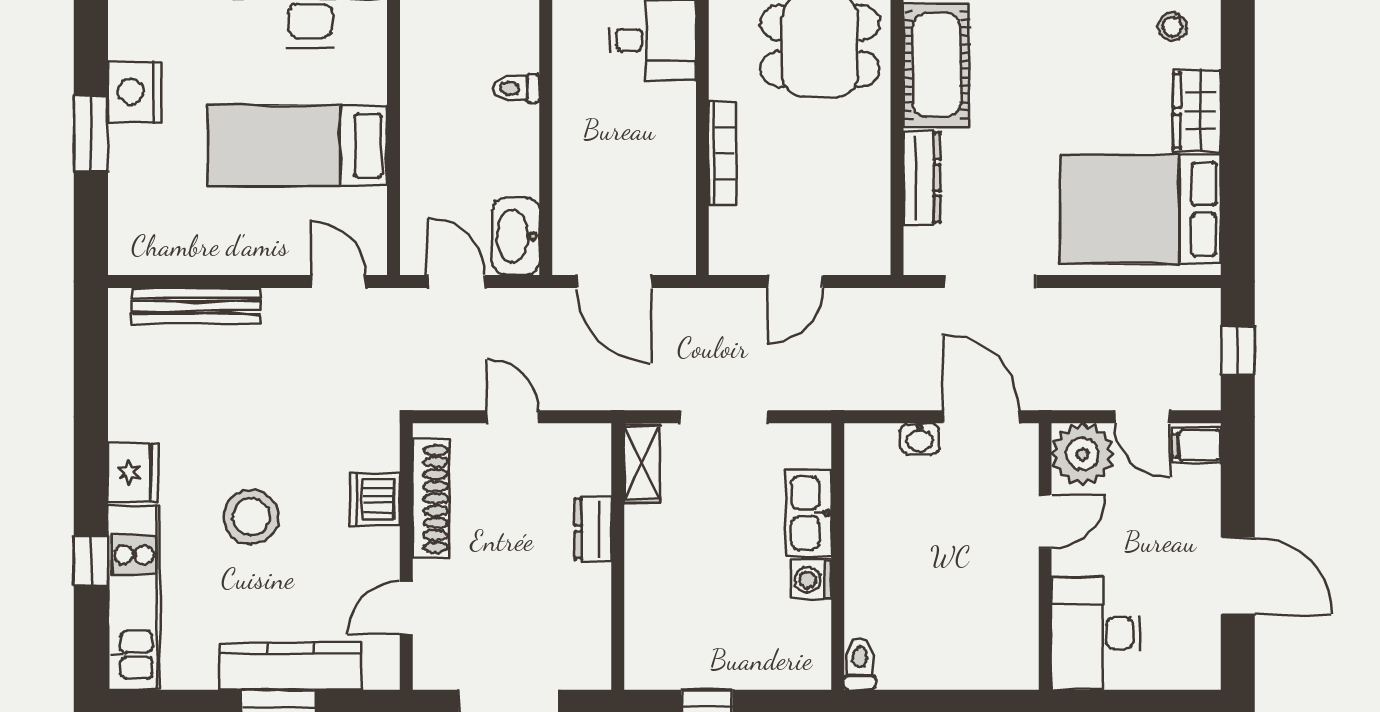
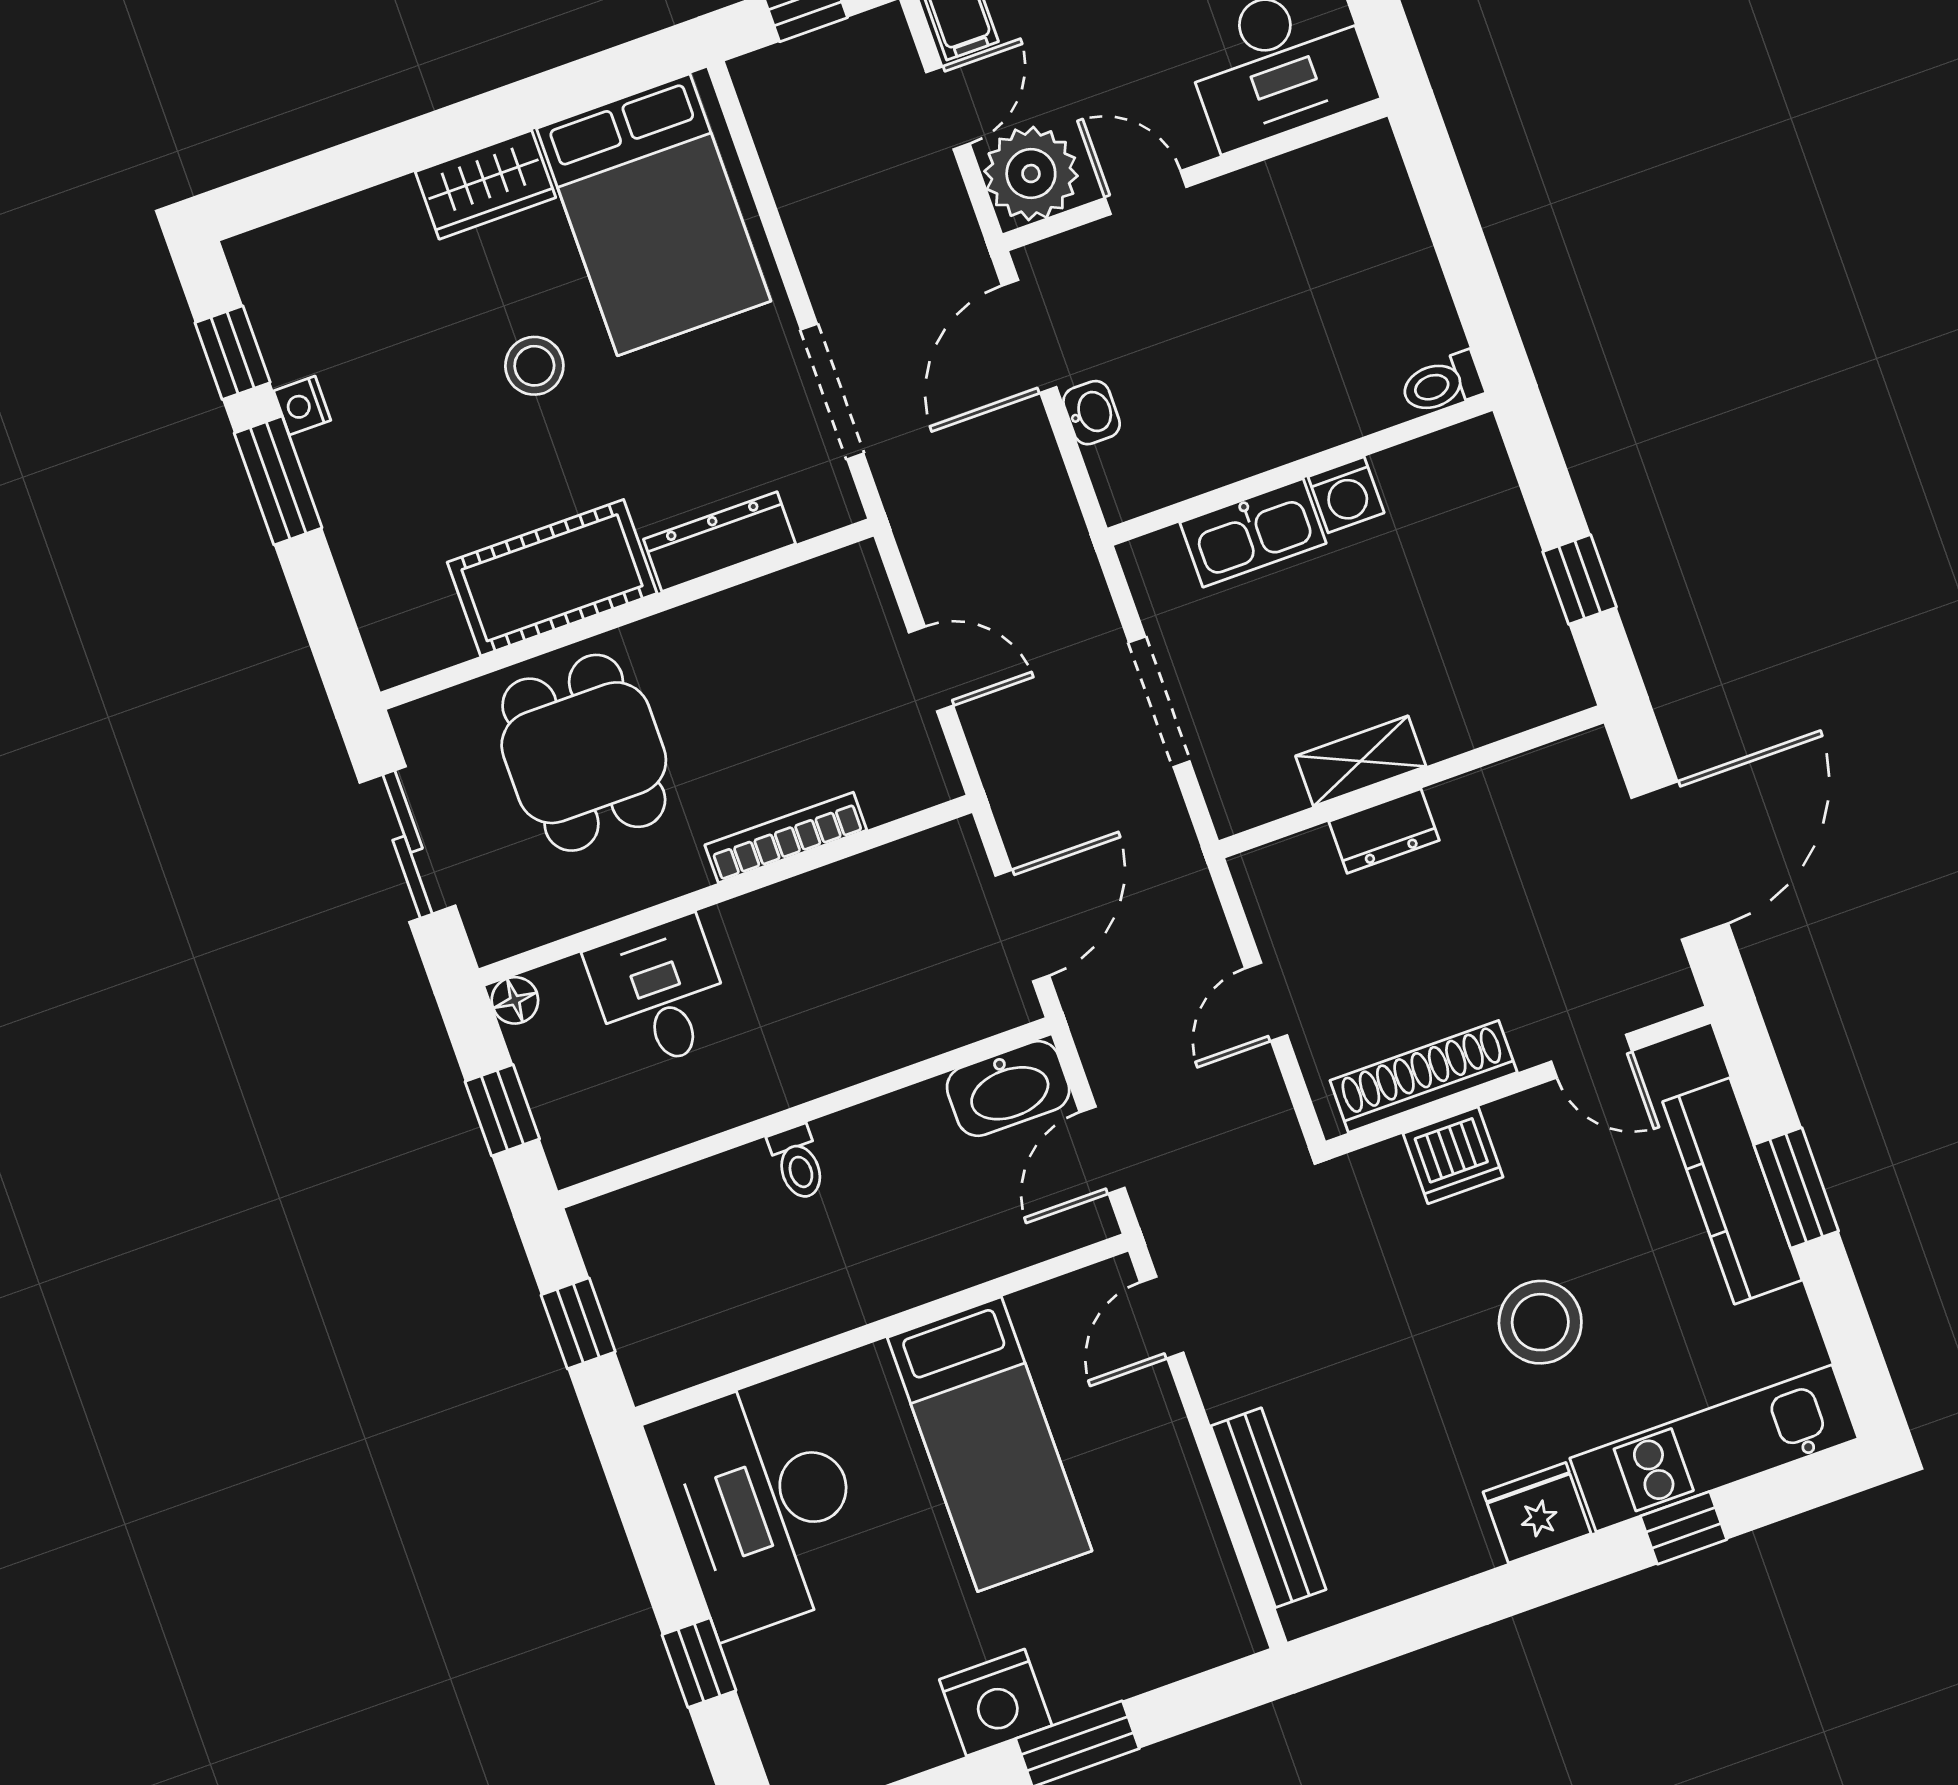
stool: (1172, 27) -> (534, 366), moved, width x1.37, depth x1.37
shelving: (642, 463) -> (1361, 761), moved

